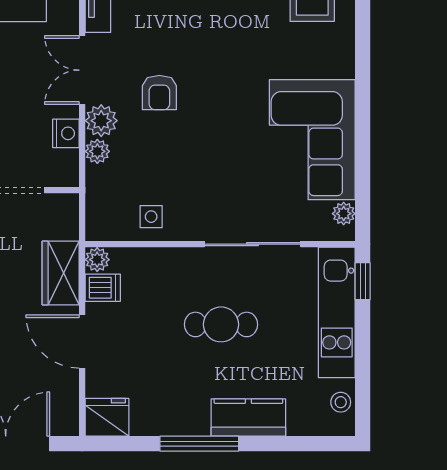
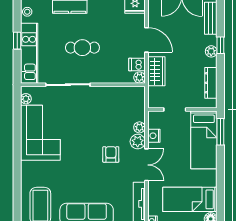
side table: (151, 217) -> (115, 97), removed
window: (363, 281) -> (17, 41), moved

